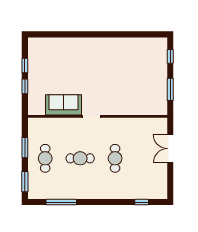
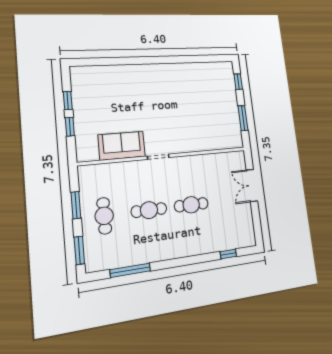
cafe table: (115, 158) -> (191, 205), turned 90

